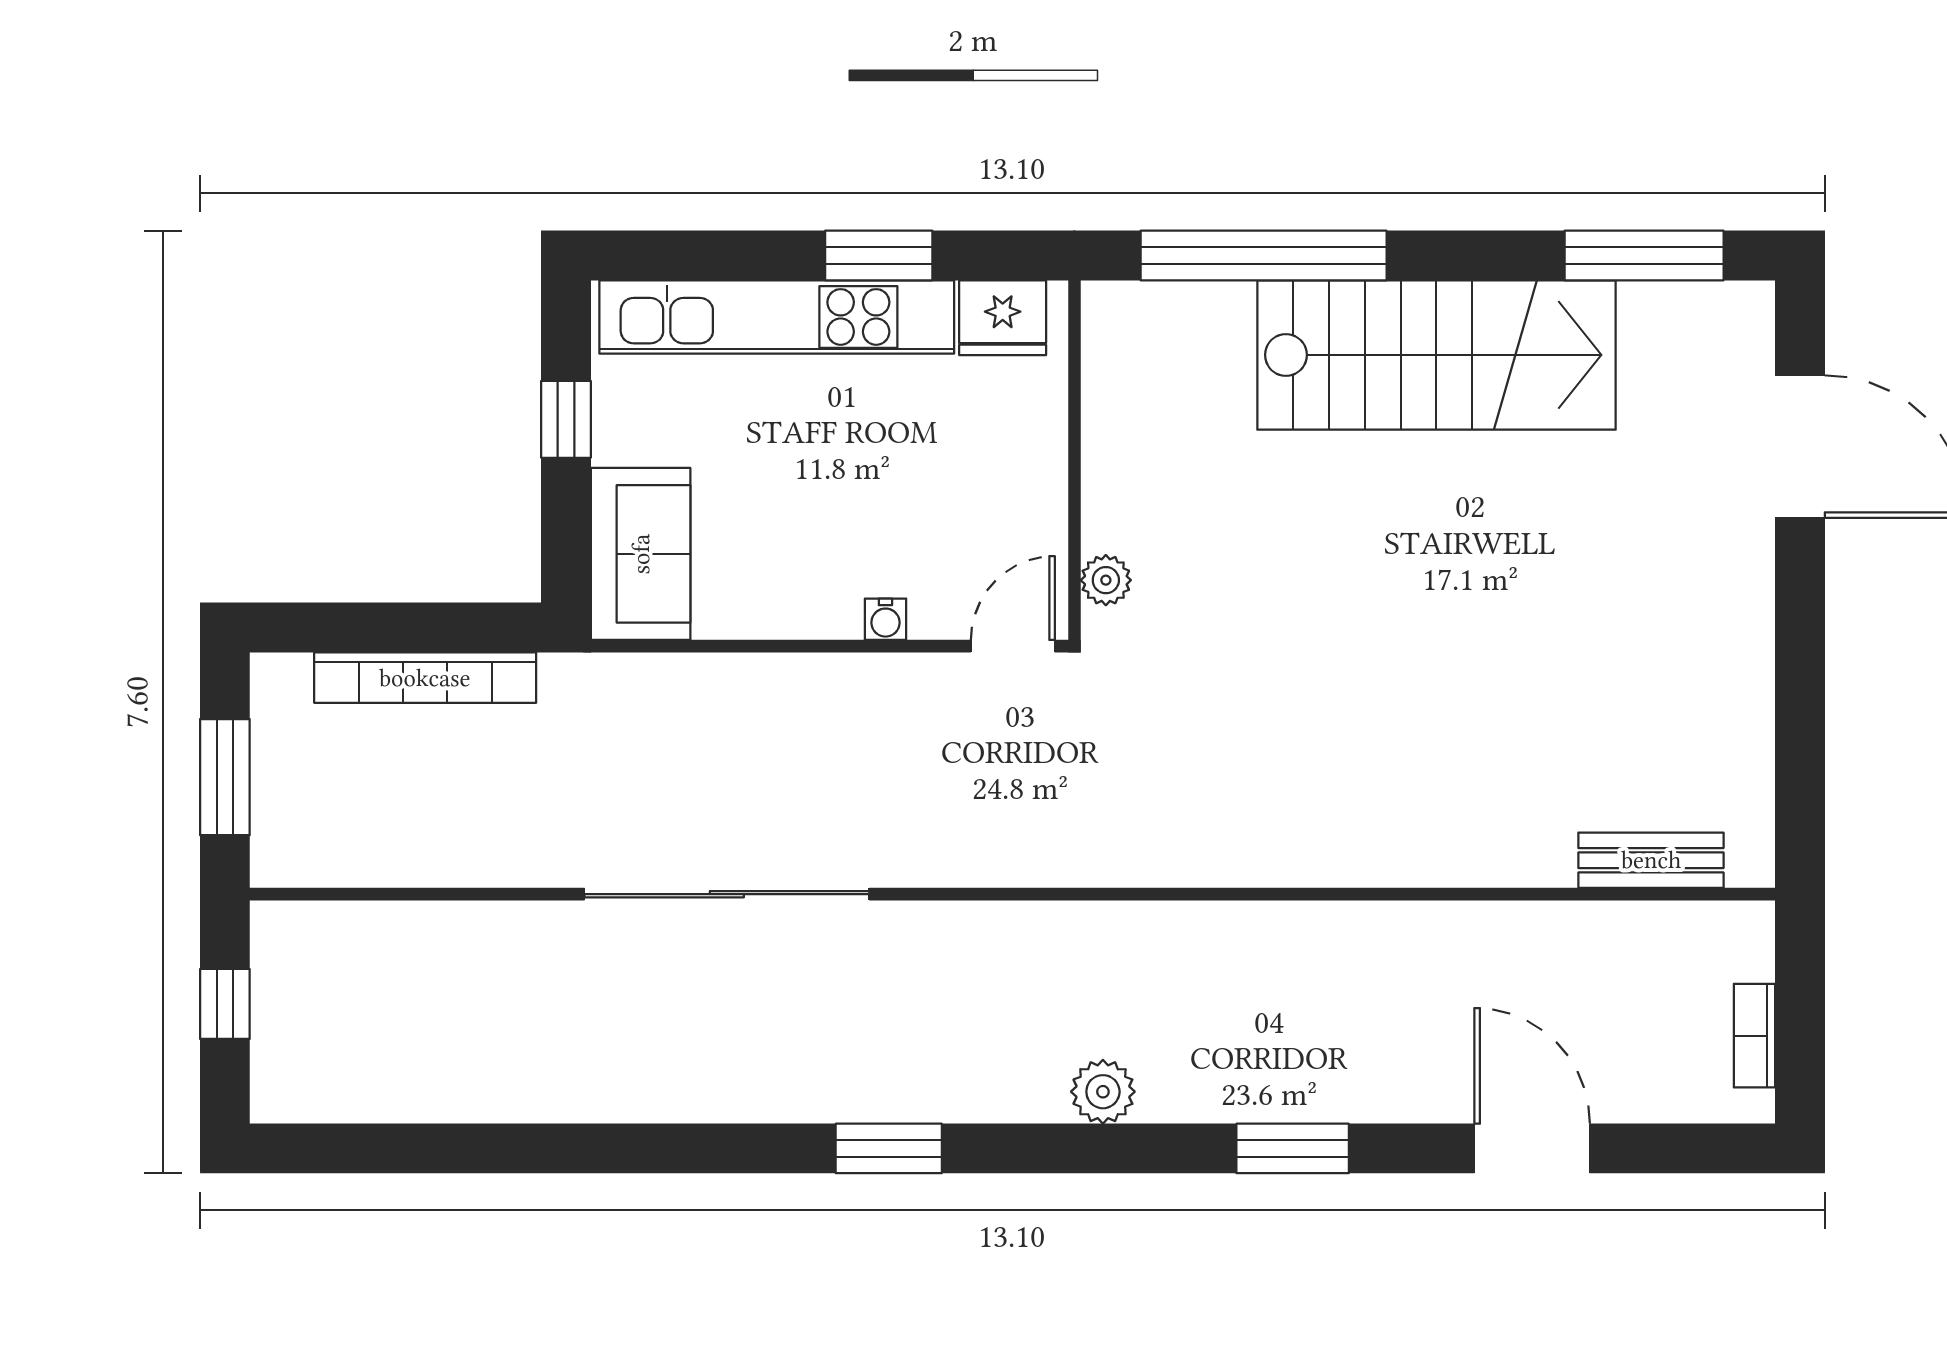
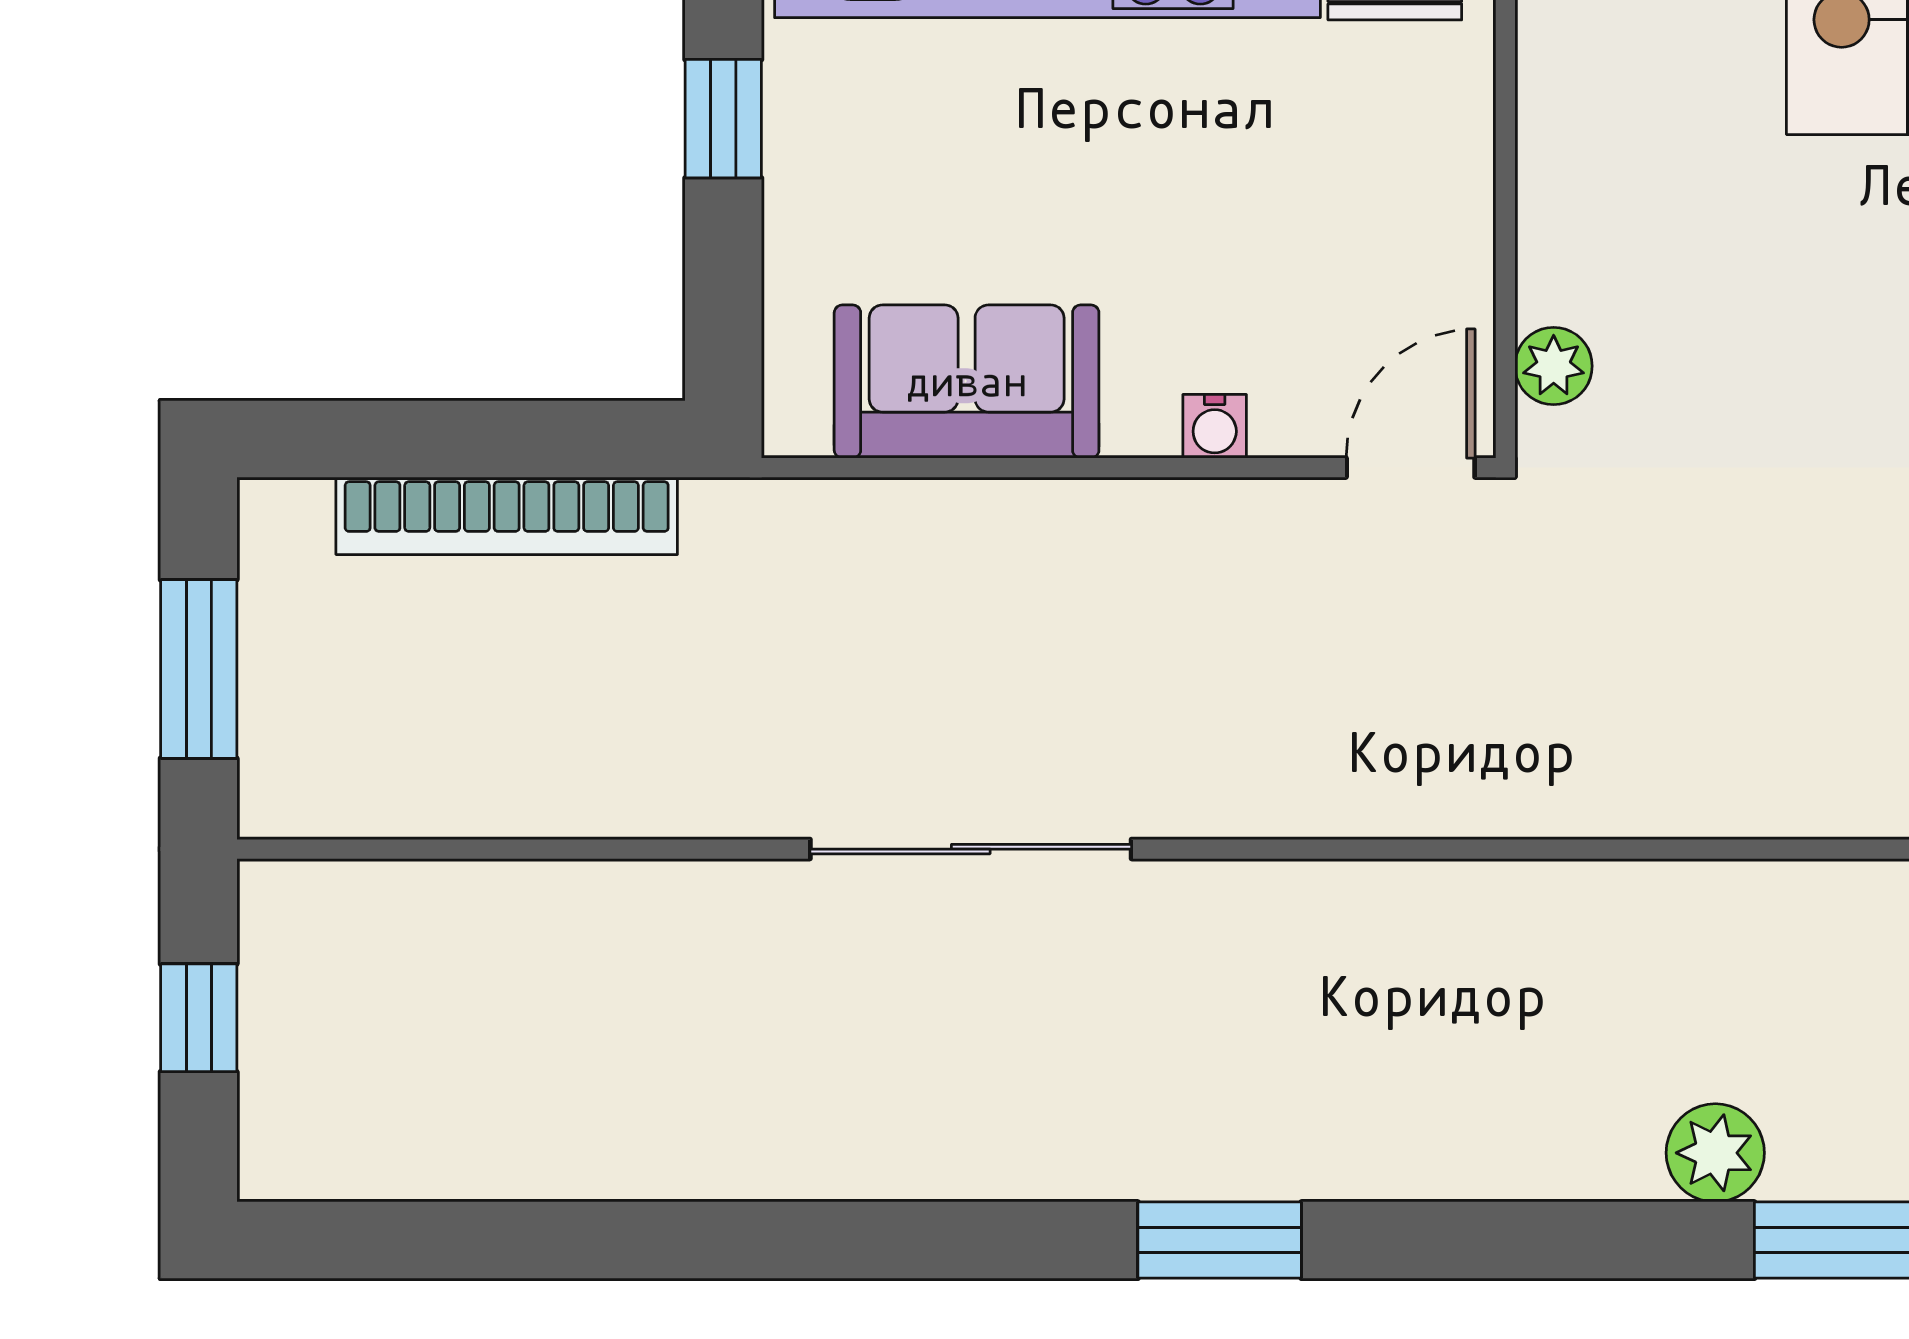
sofa: (641, 554) -> (967, 381), moved, turned -90
sliding door: (727, 894) -> (971, 849), width x0.73
plant: (1103, 1092) -> (1715, 1153), moved

